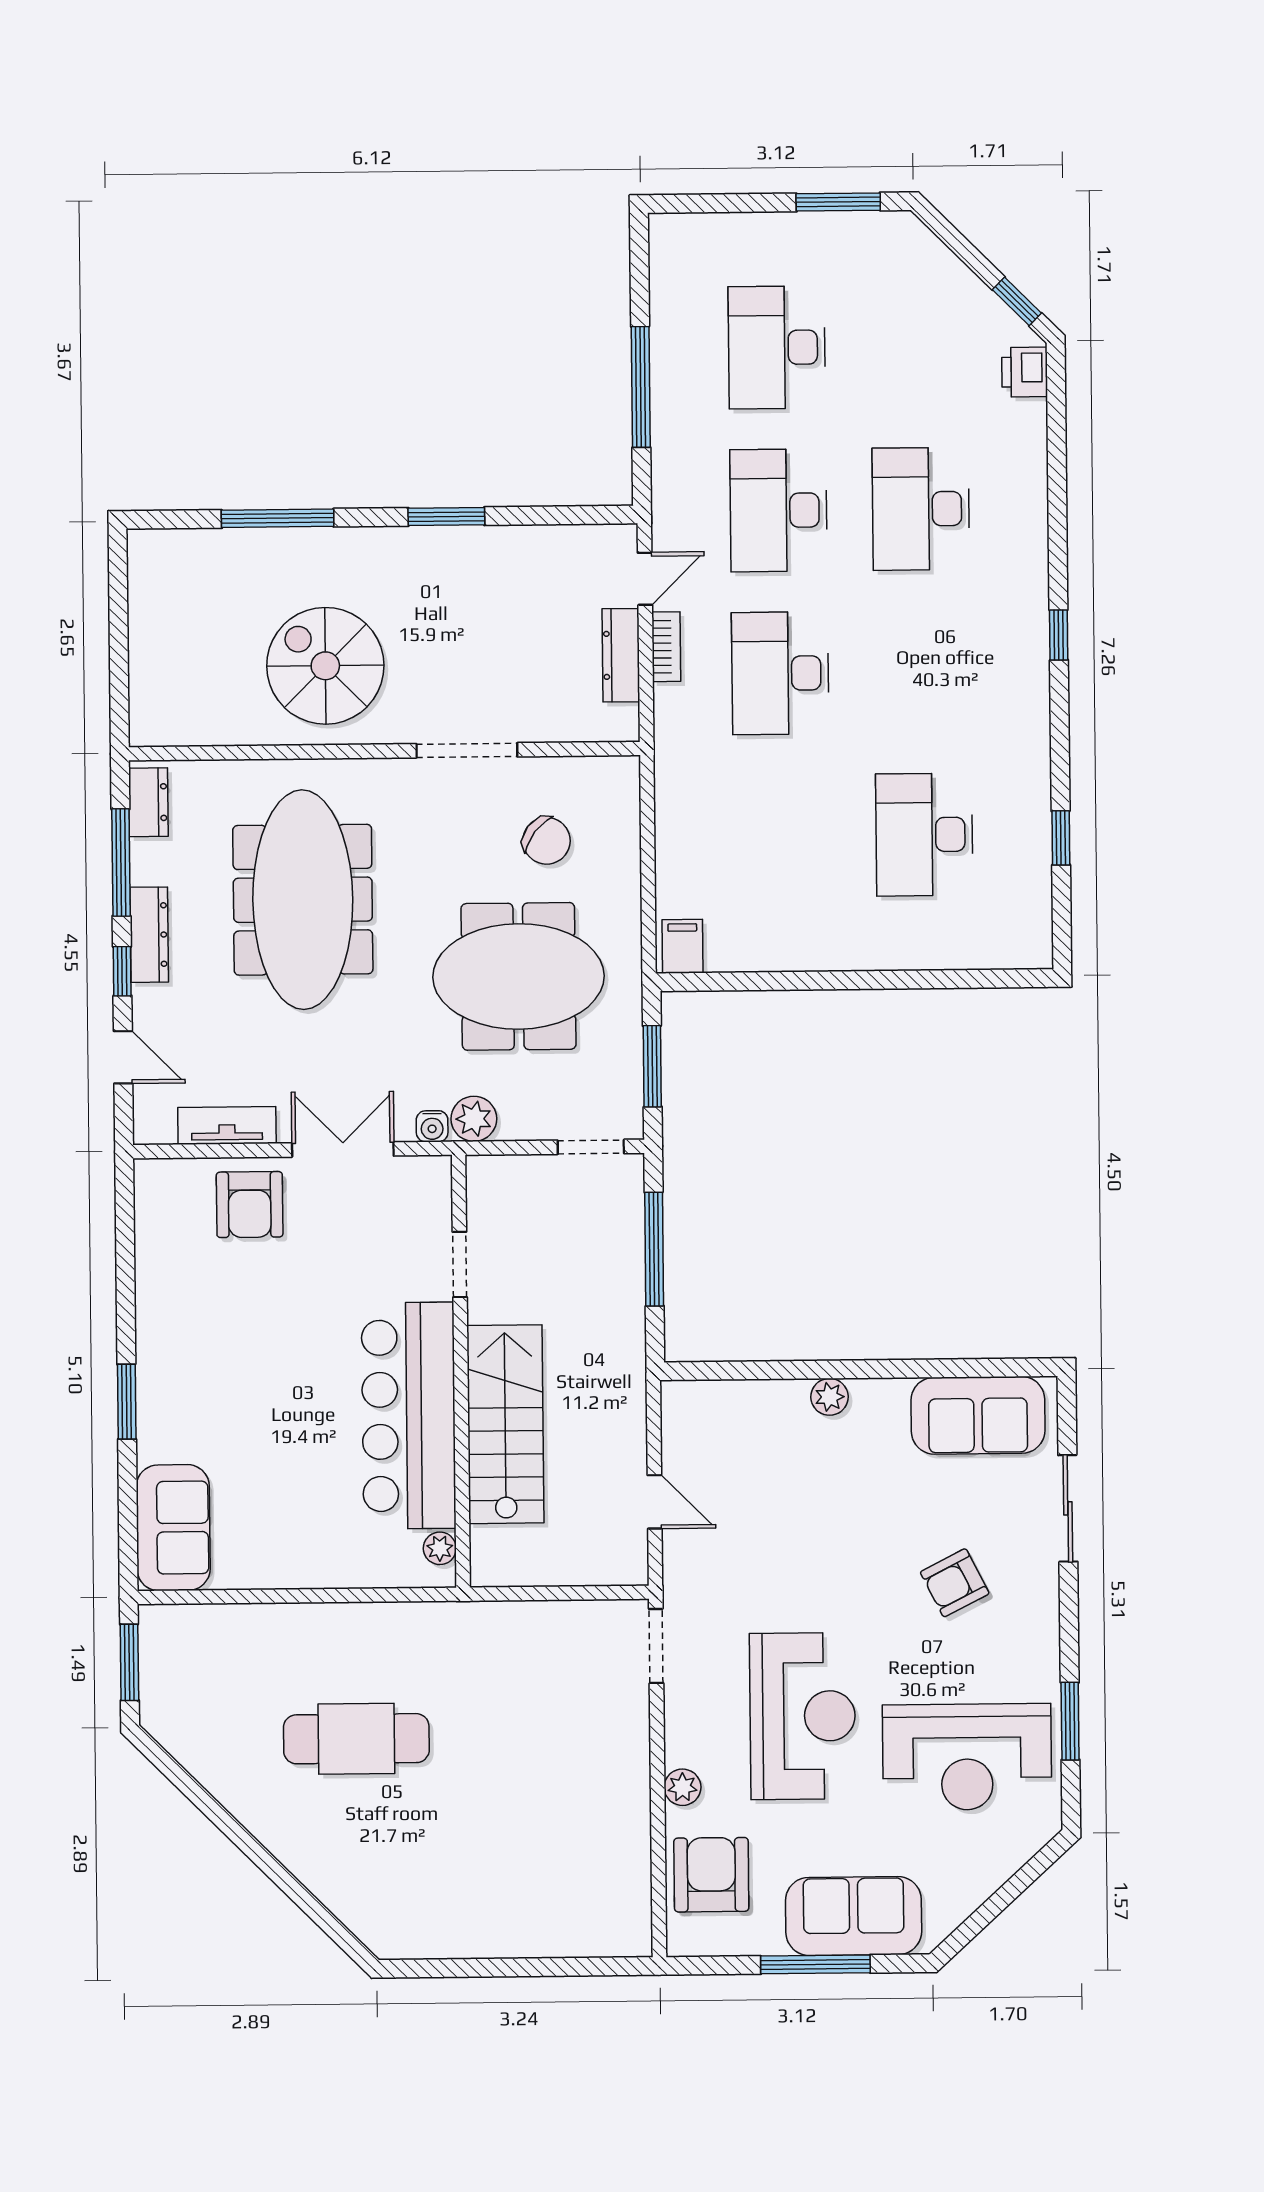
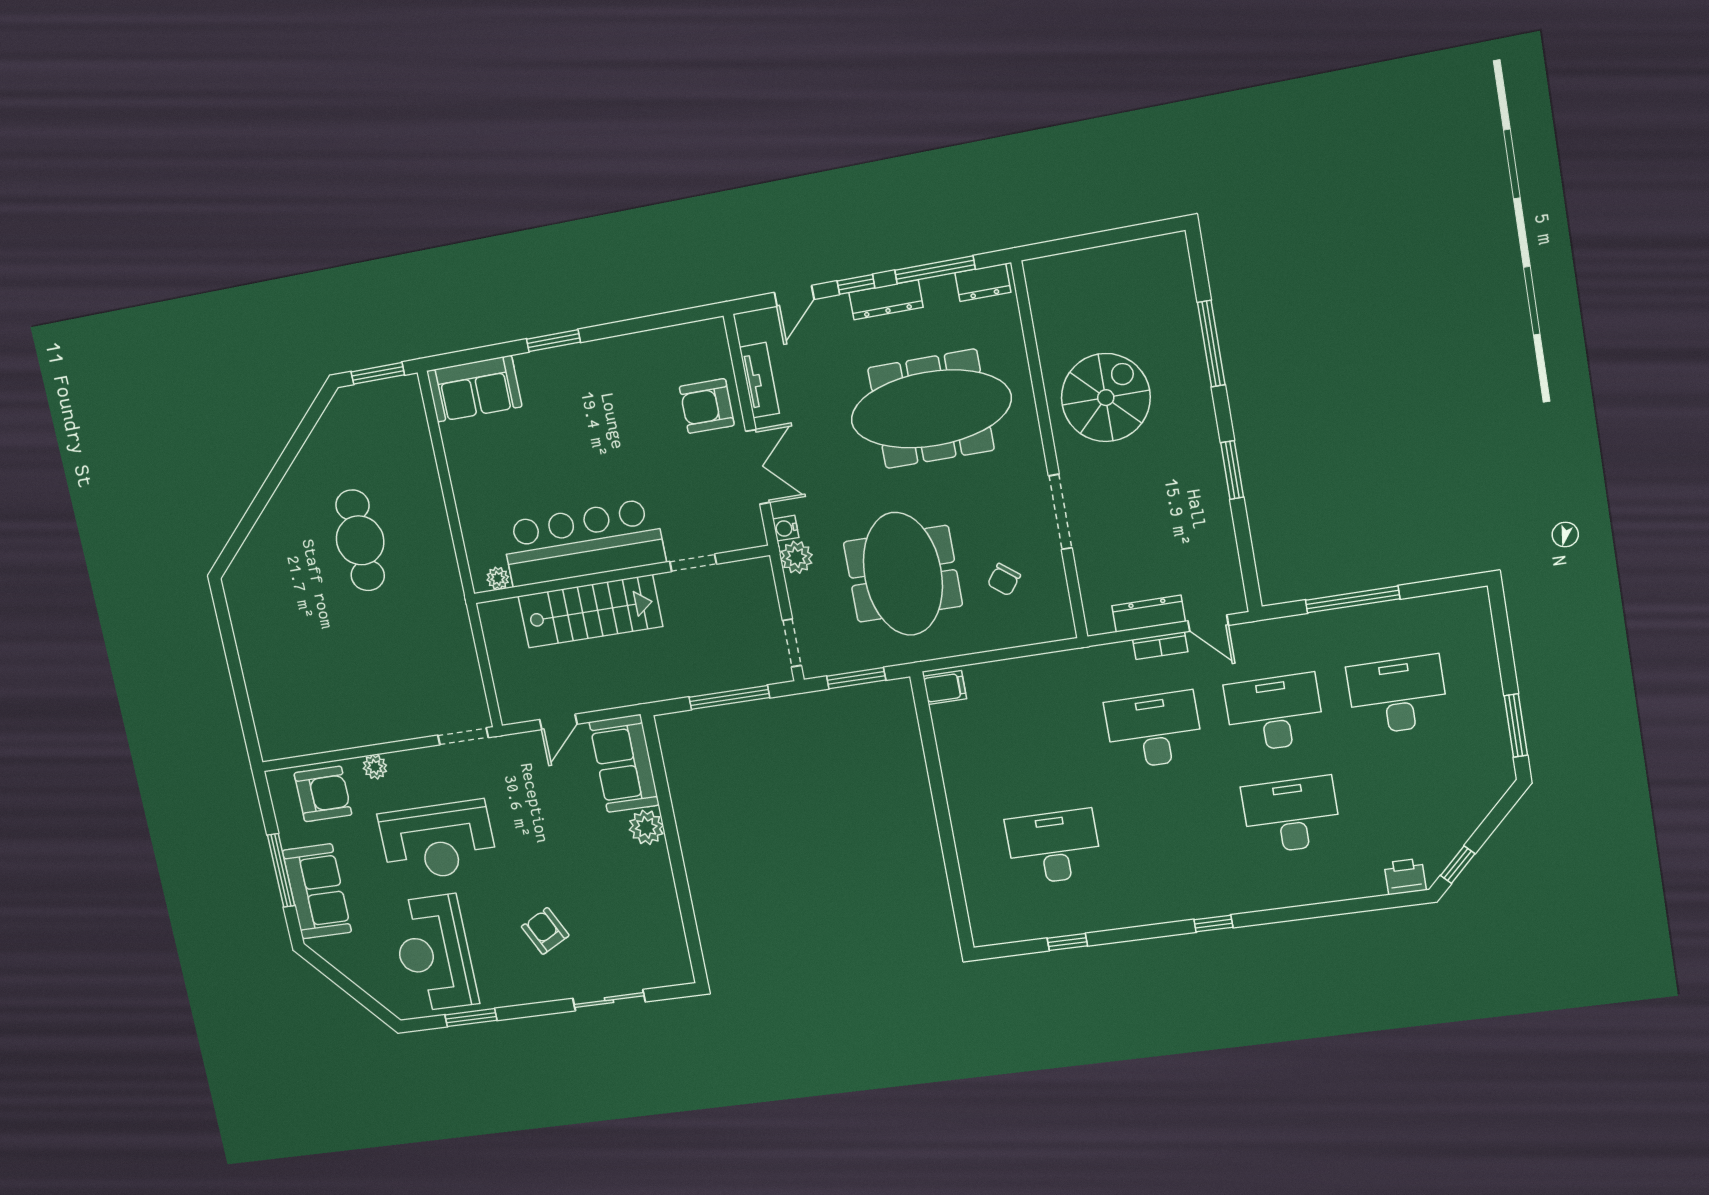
chair: (547, 841) -> (1004, 580), width x0.73, depth x0.73
plant: (829, 1397) -> (646, 827), width x1.38, depth x1.38
sofa: (978, 1415) -> (624, 764), moved

